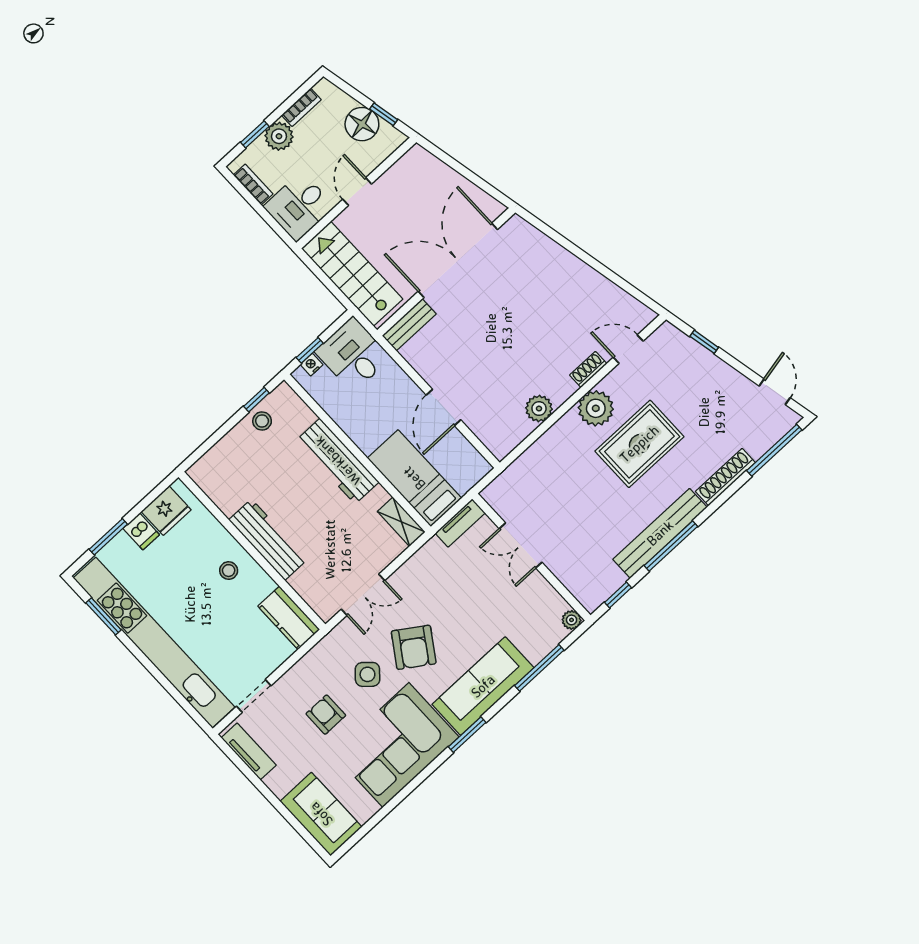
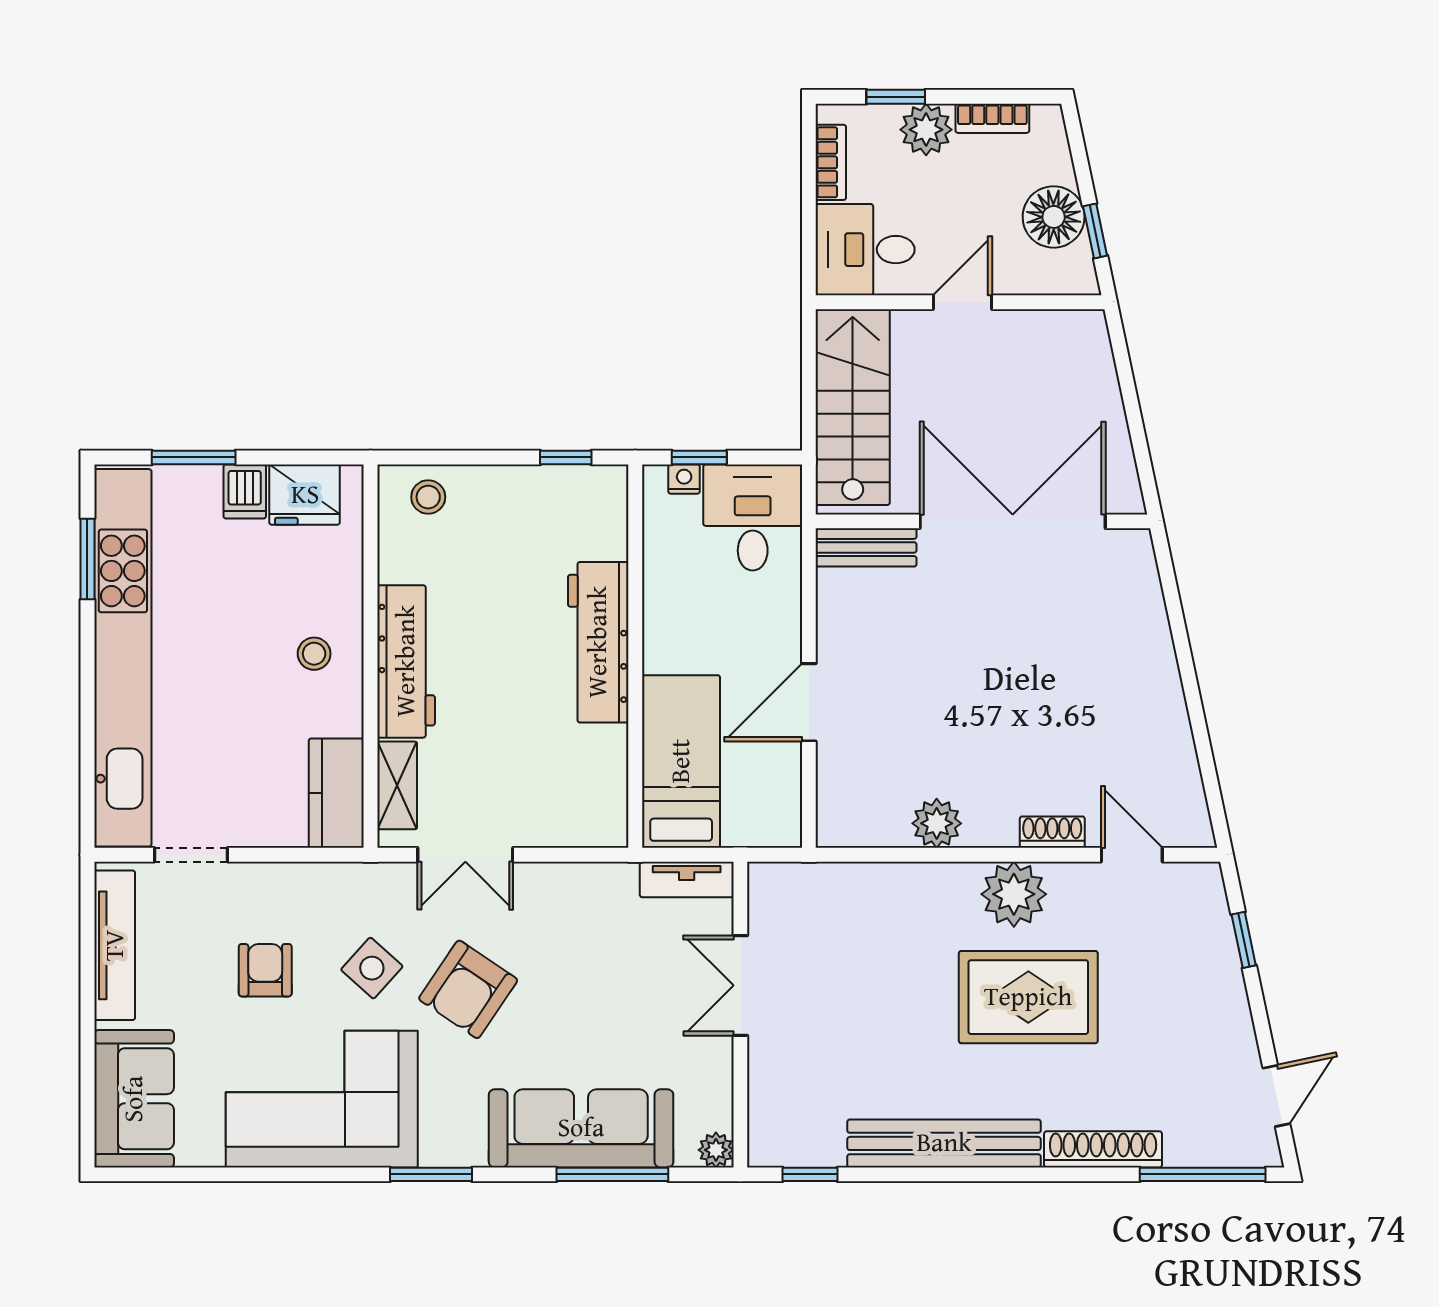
stool: (262, 421) -> (428, 497), moved
shelving: (401, 522) -> (397, 785), moved
window: (671, 546) -> (943, 1174), removed
sofa: (483, 686) -> (581, 1128), moved
tv unit: (249, 751) -> (115, 945), width x1.41

